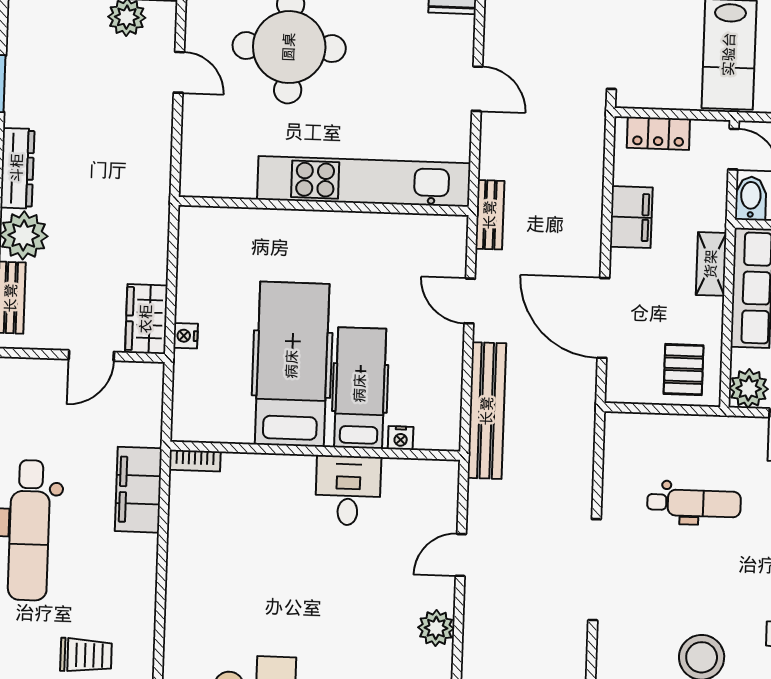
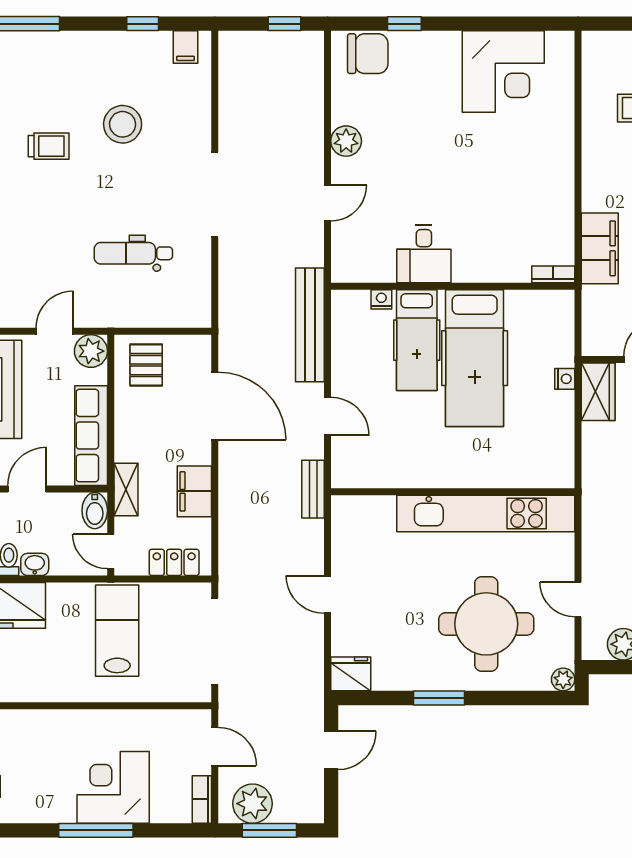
kitchen unit: (364, 181) -> (486, 513), moved
shelving: (711, 264) -> (126, 489), moved

